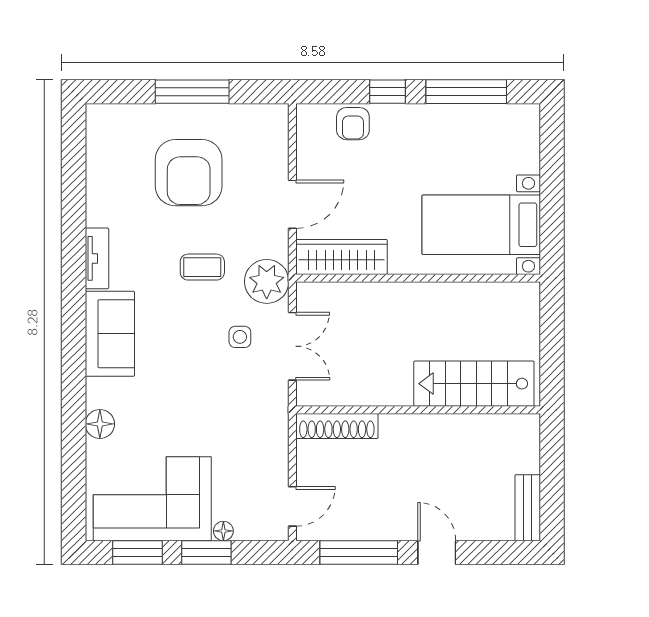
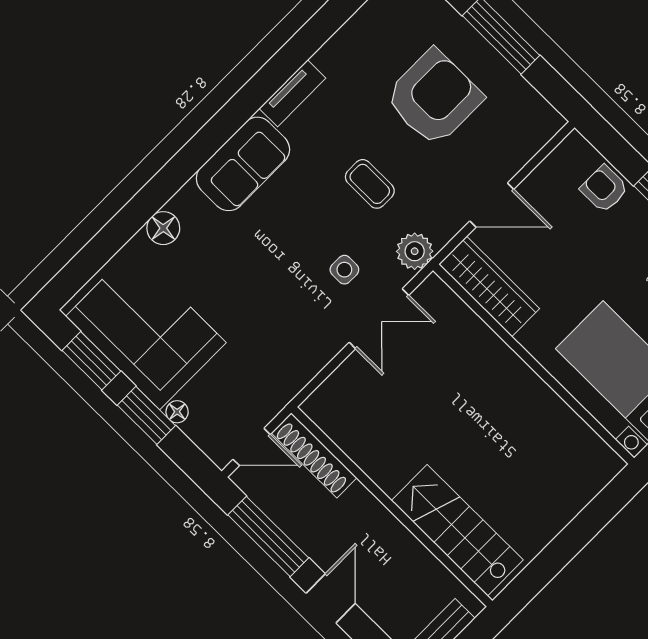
armchair: (353, 124) -> (604, 189), turned 90
armchair: (189, 173) -> (434, 98), turned 180
plant: (267, 281) -> (415, 251), width x0.73, depth x0.73
stairs: (474, 384) -> (457, 530), moved
wall: (418, 410) -> (392, 507), moved
shoe rack: (337, 426) -> (314, 455), moved

